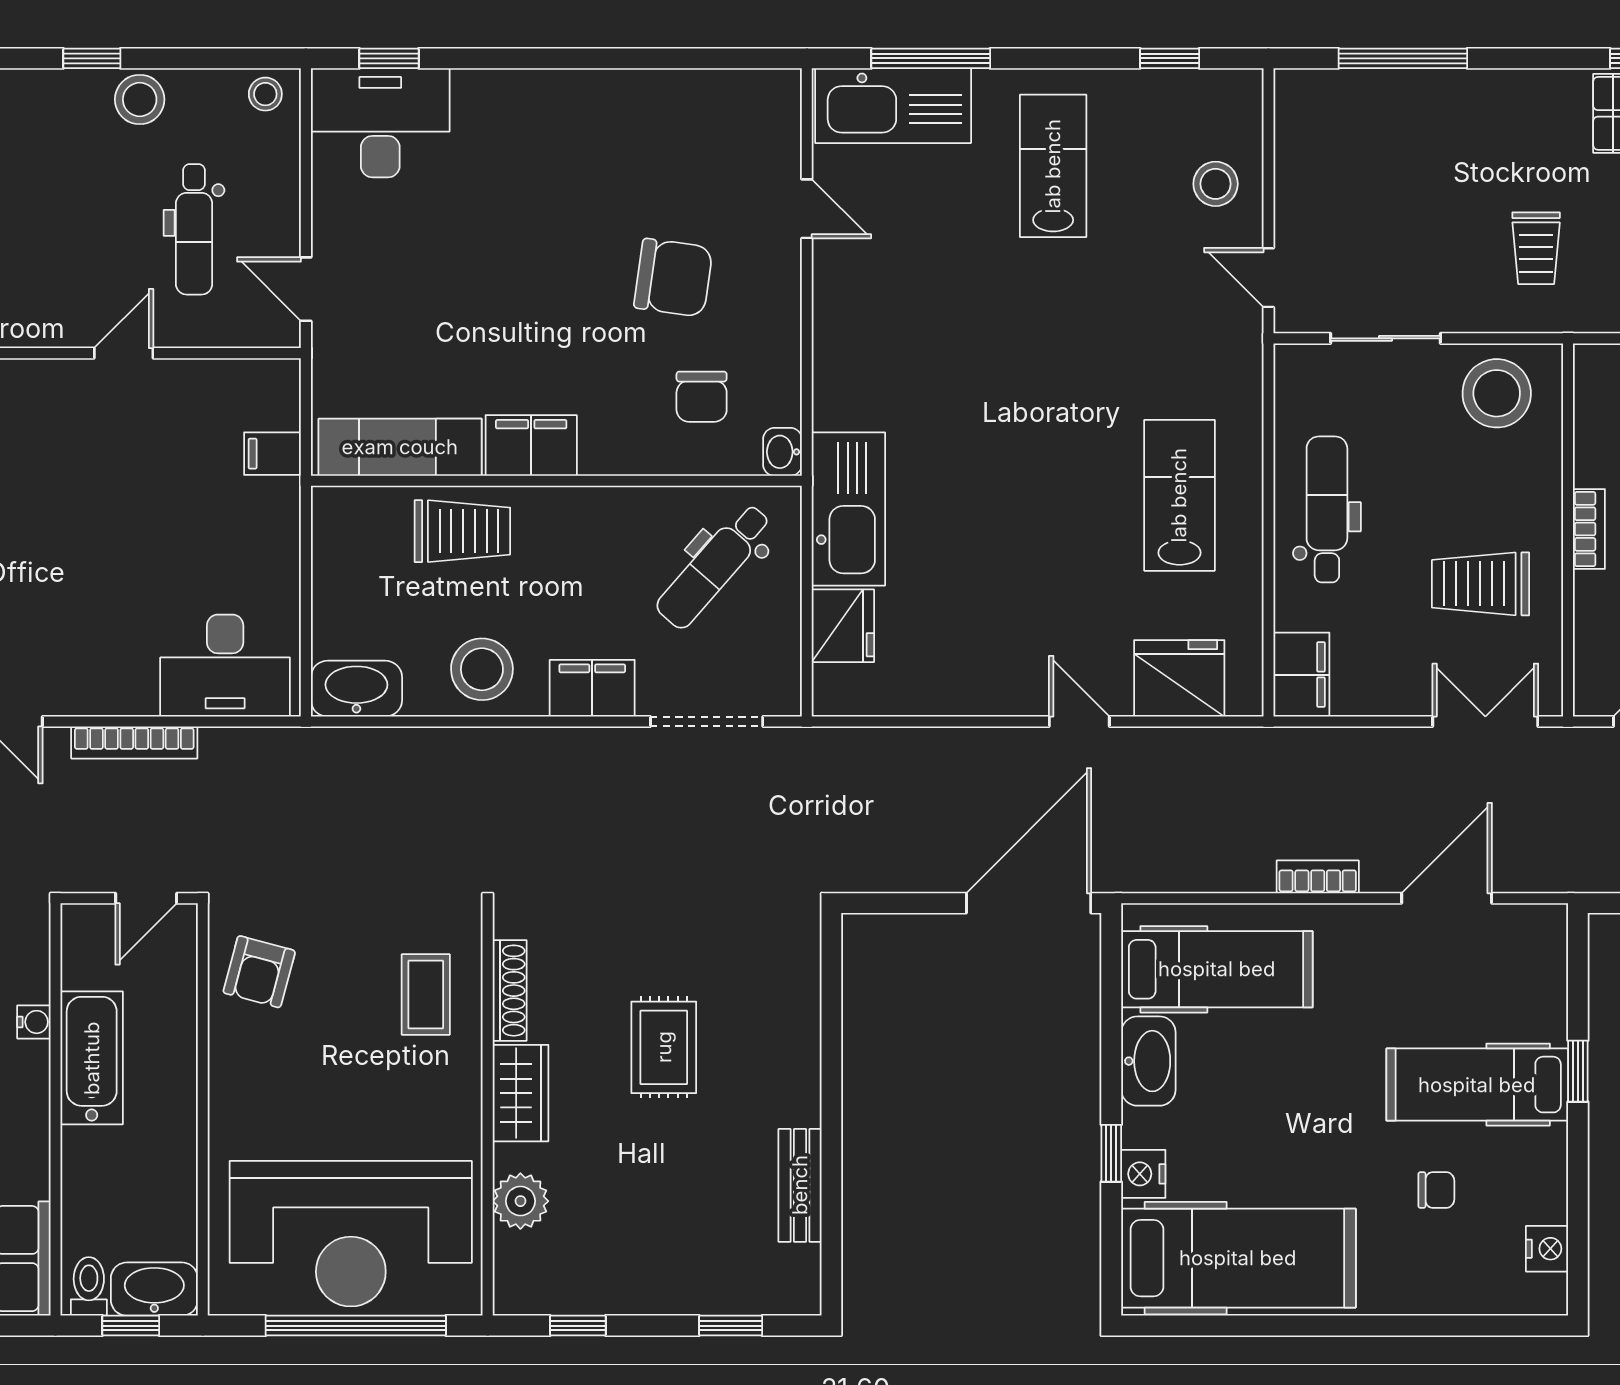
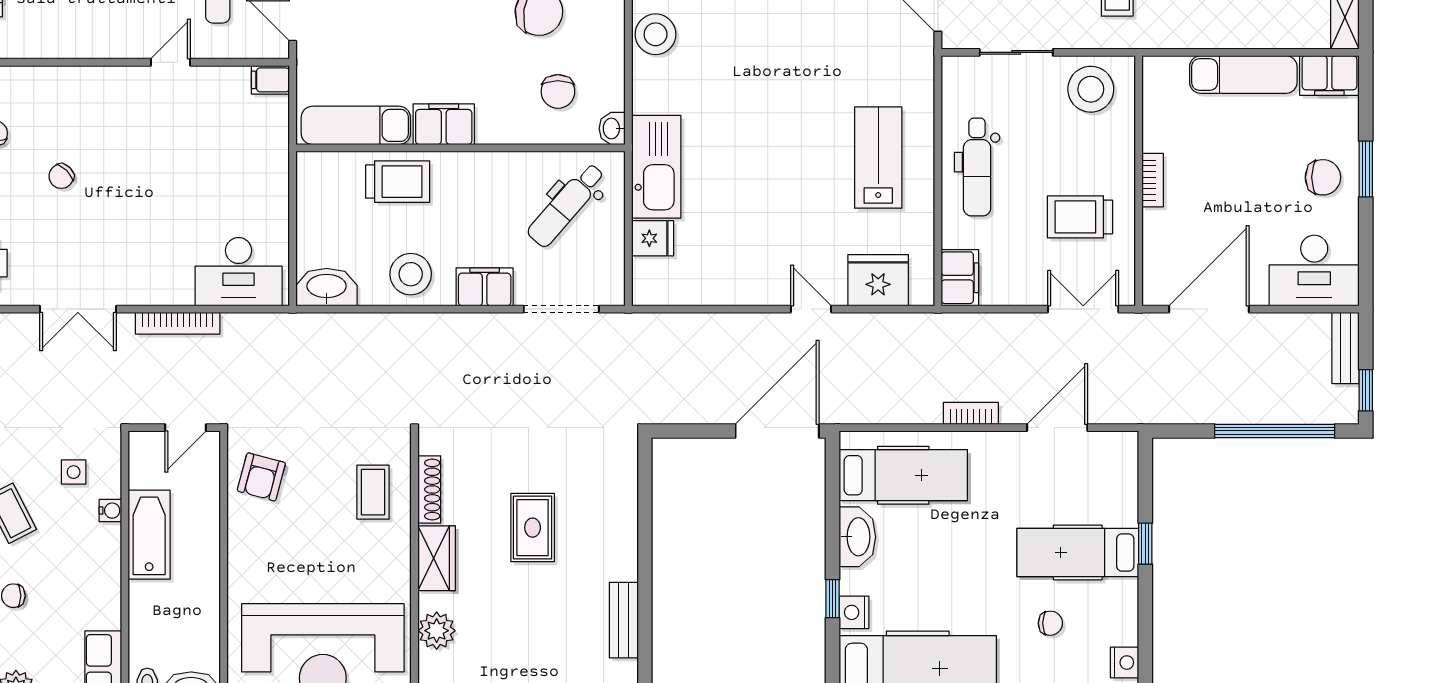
stool: (847, 311) -> (656, 34), added
filing cabinet: (273, 454) -> (270, 80), moved
dental chair: (1327, 509) -> (977, 167), turned 180
fridge: (843, 626) -> (653, 238), width x0.72

